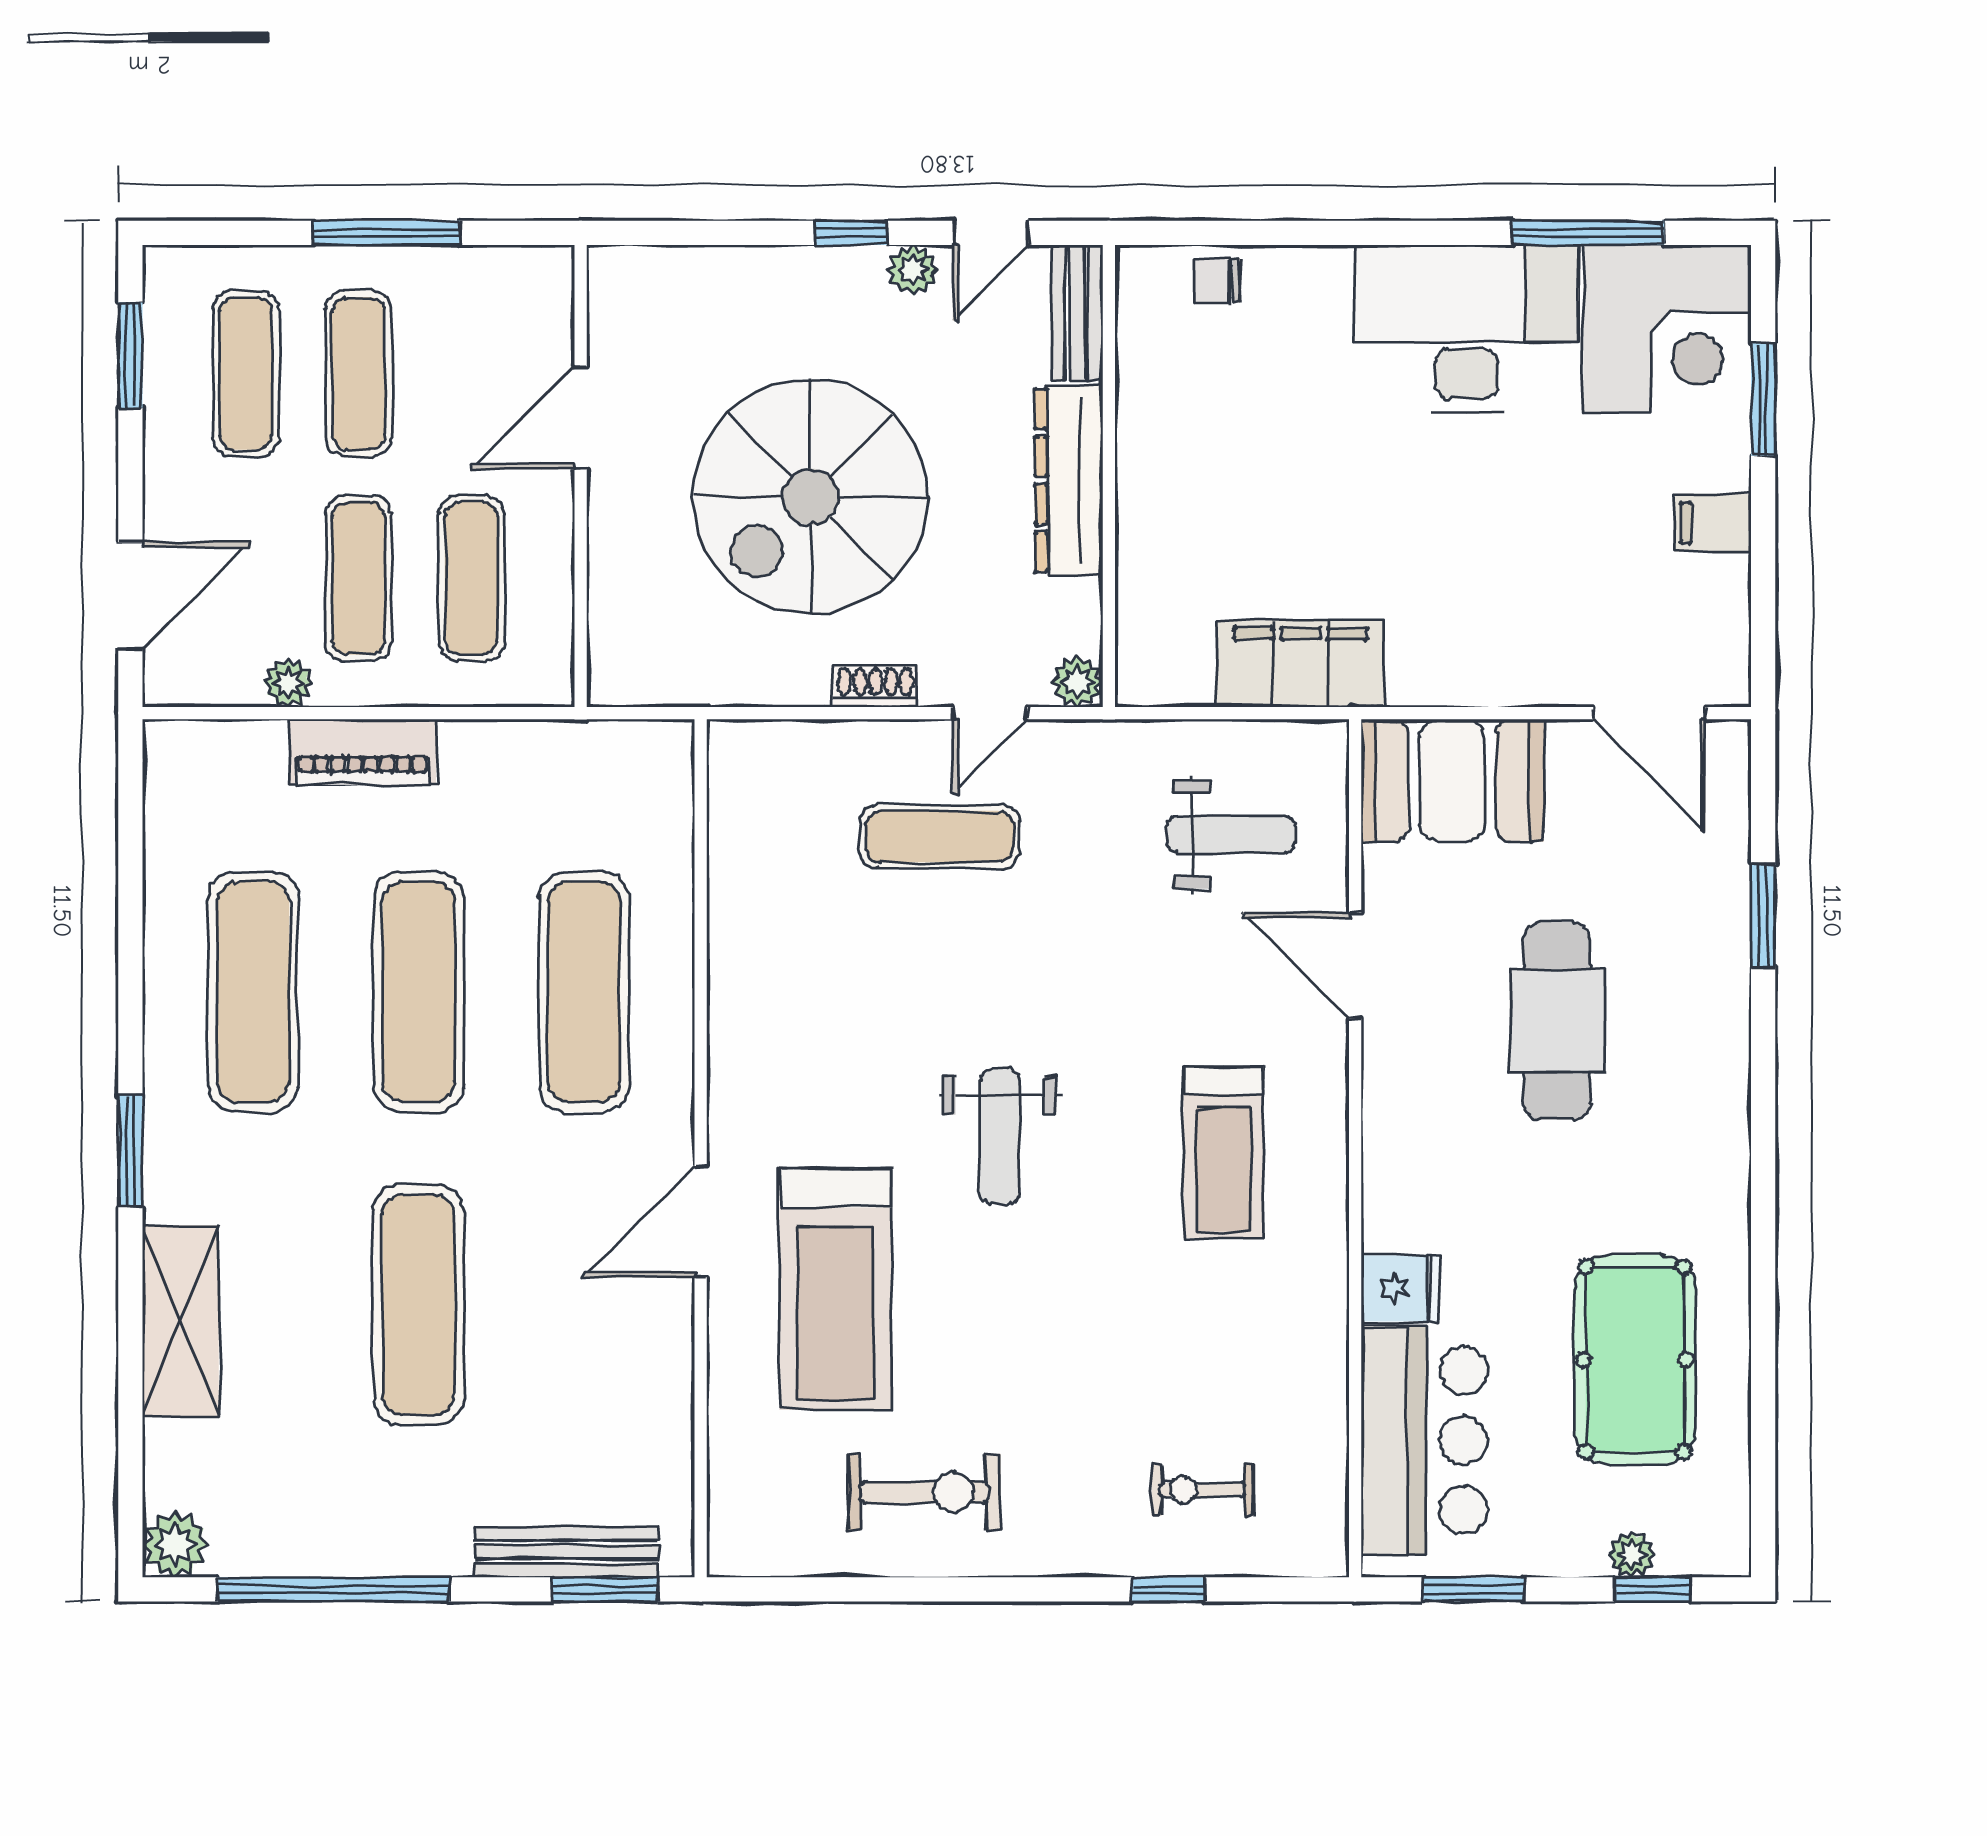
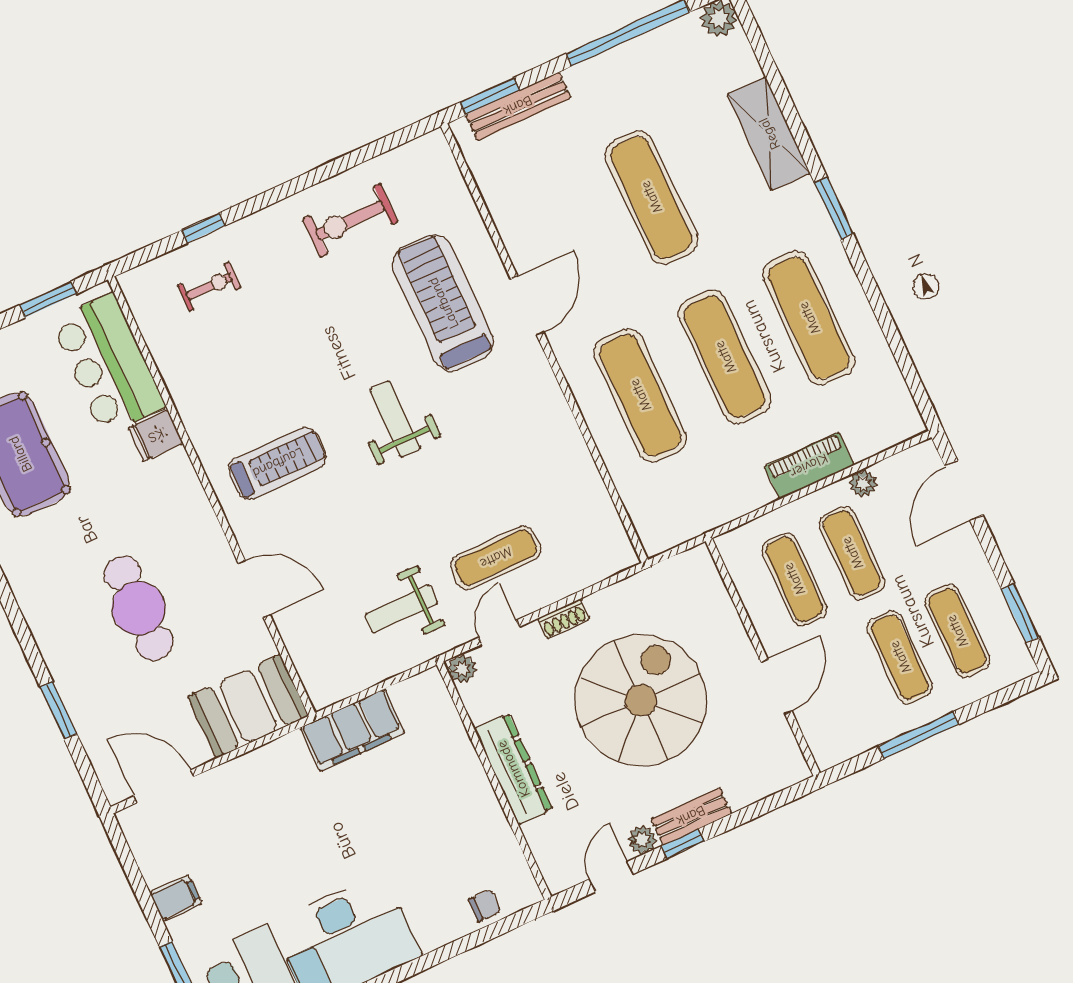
bench: (1077, 313) -> (691, 816), moved, turned 90
weight bench: (1231, 835) -> (401, 609), moved
treadmill: (1223, 1152) -> (278, 463), turned 90

